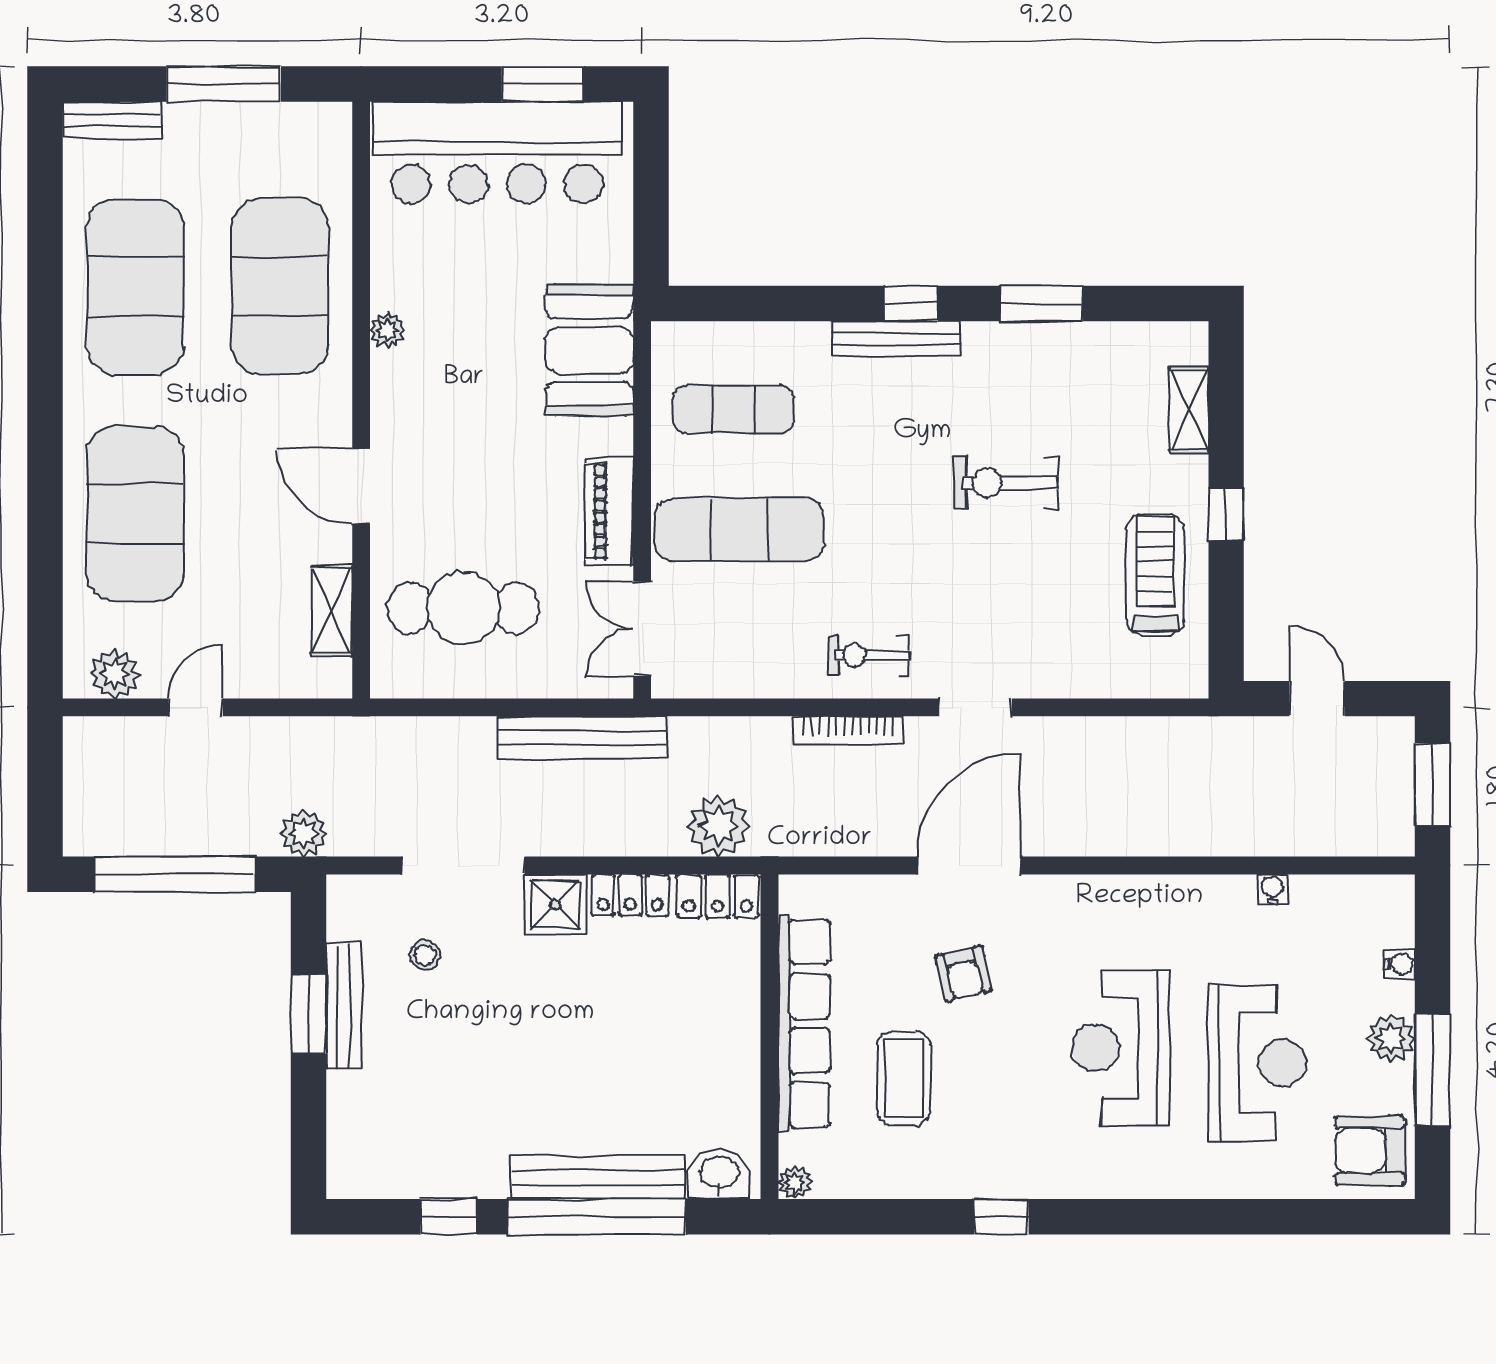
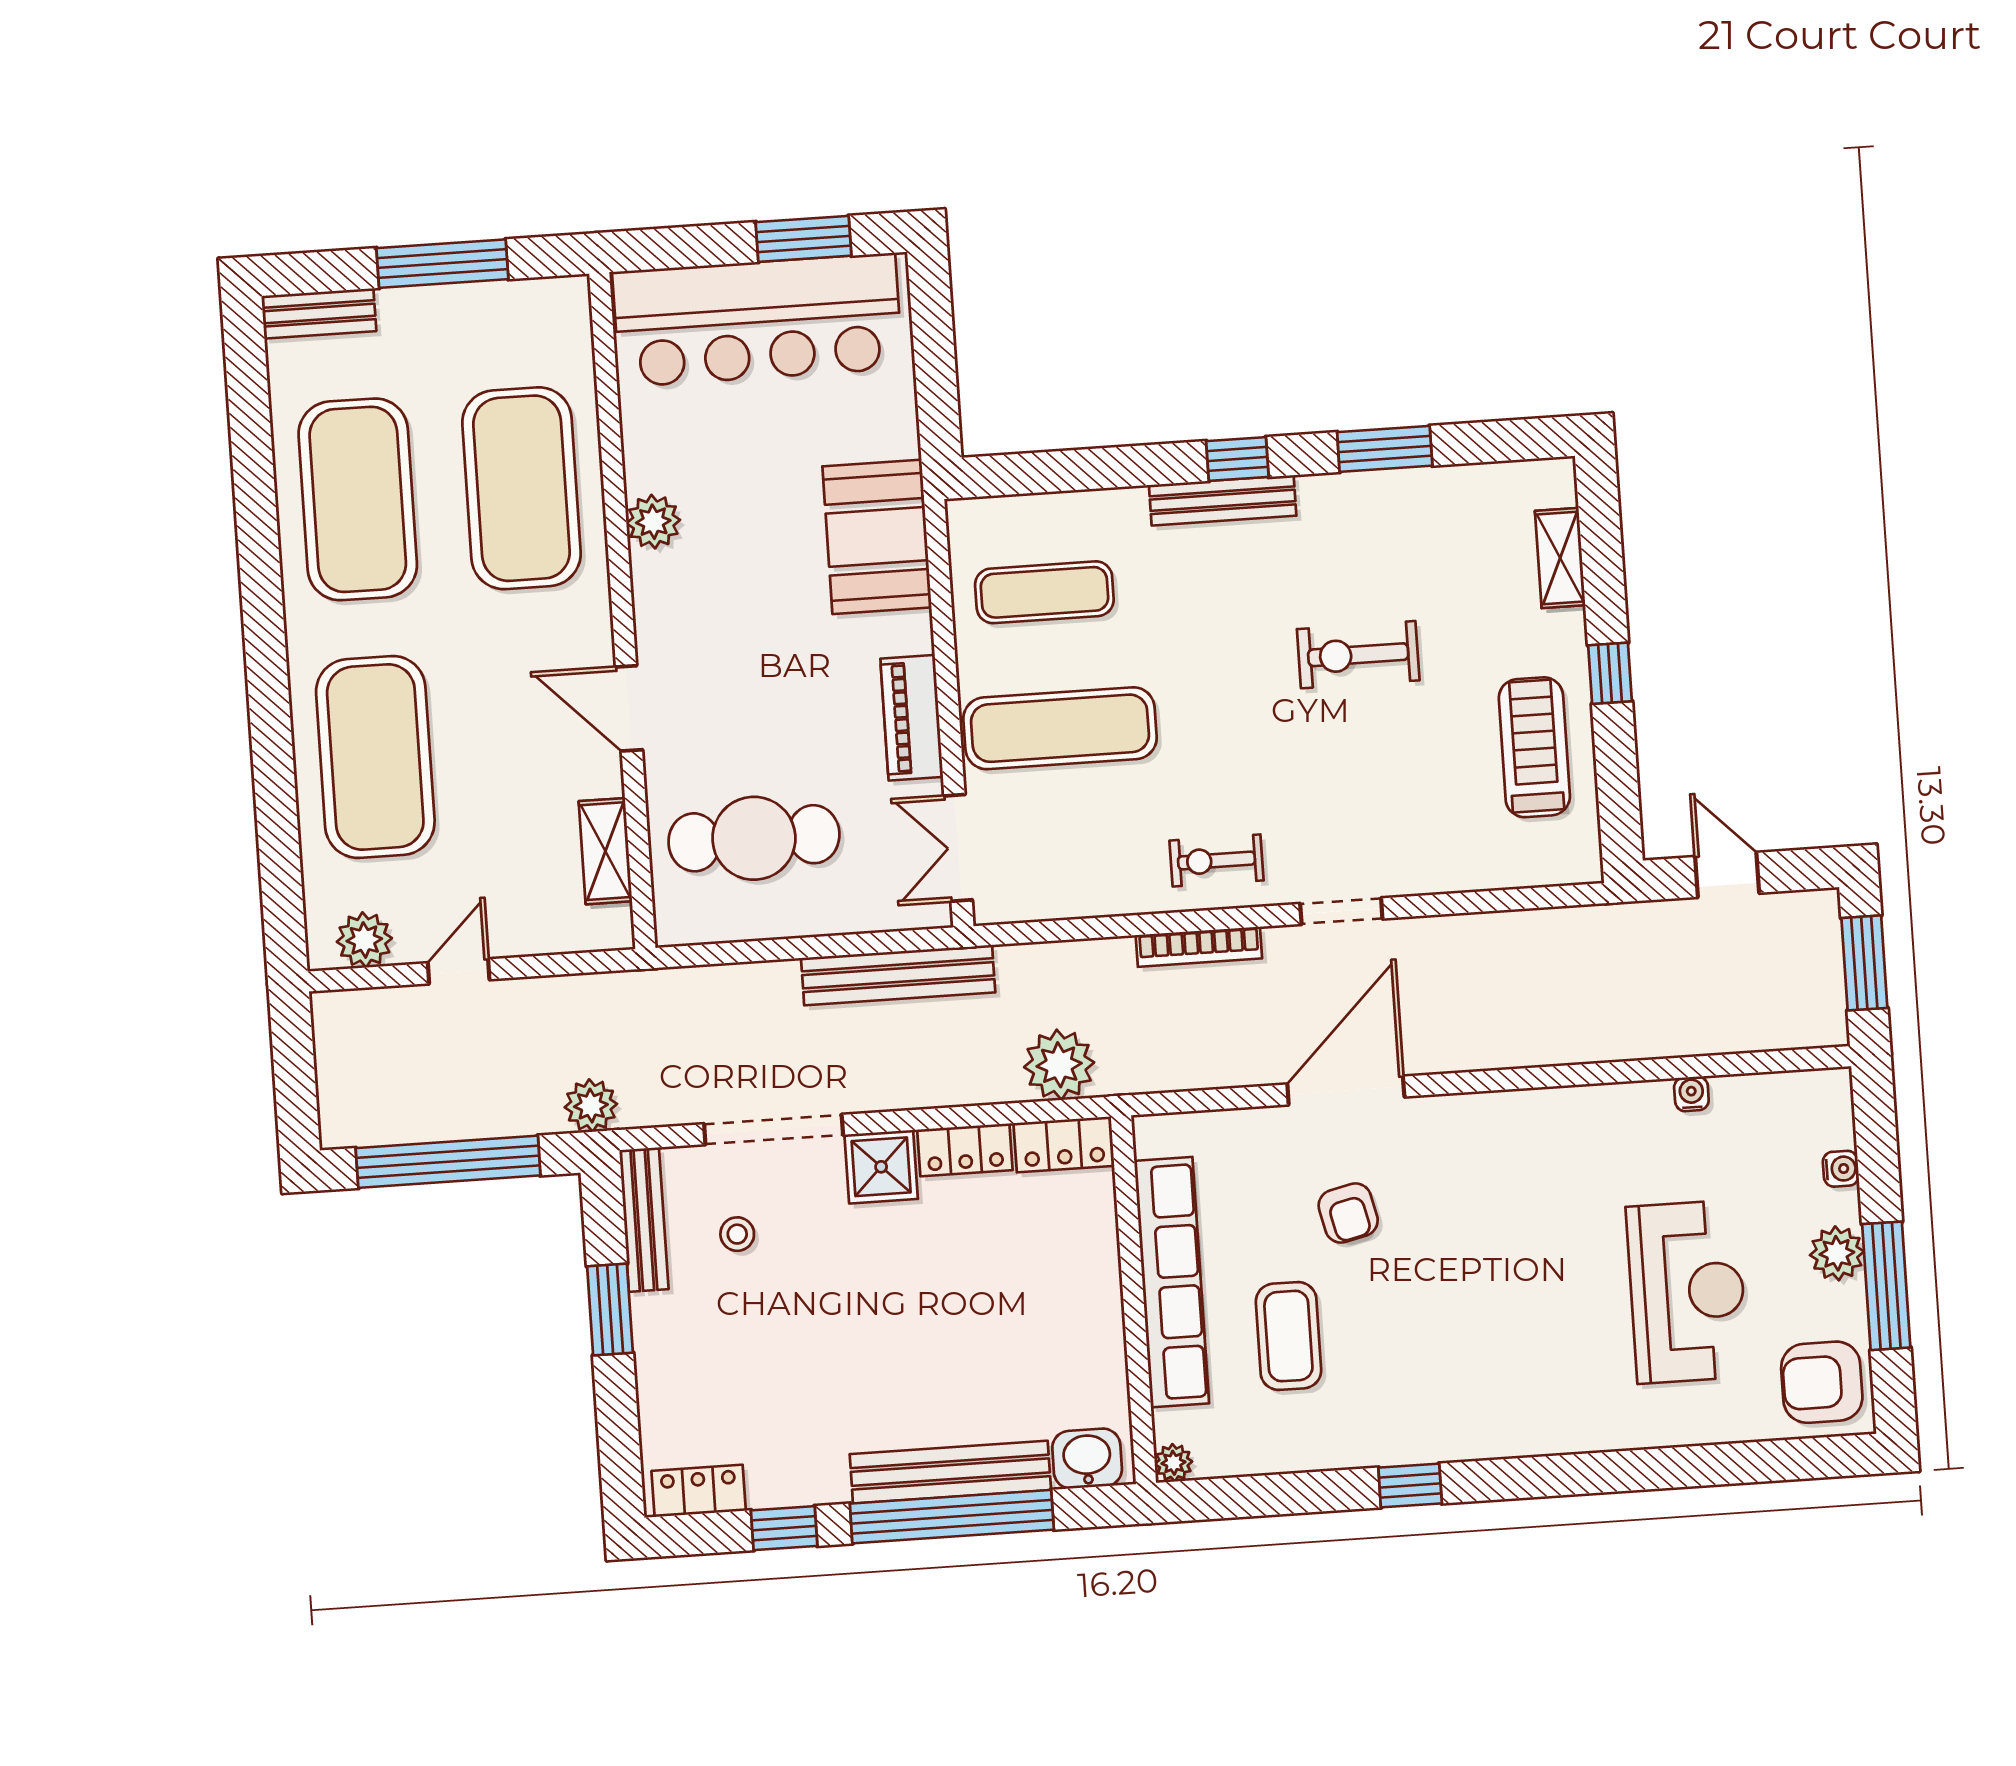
plant: (387, 330) -> (653, 522), width x1.38, depth x1.38
bench: (344, 1006) -> (644, 1220), moved
reception desk: (1121, 1048) -> (1532, 1285), removed
locker: (376, 1179) -> (699, 1491), added

